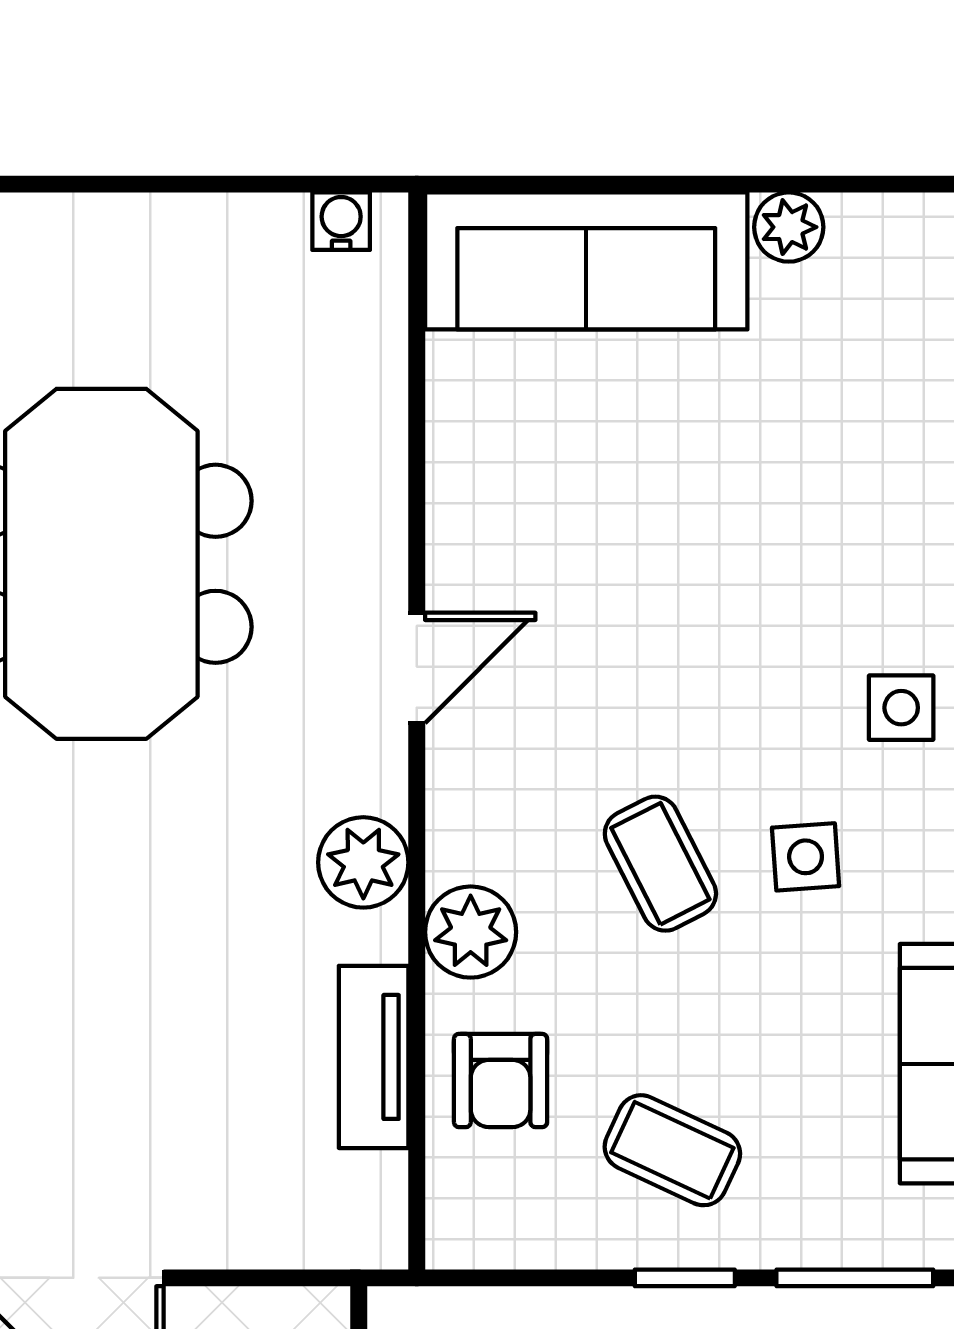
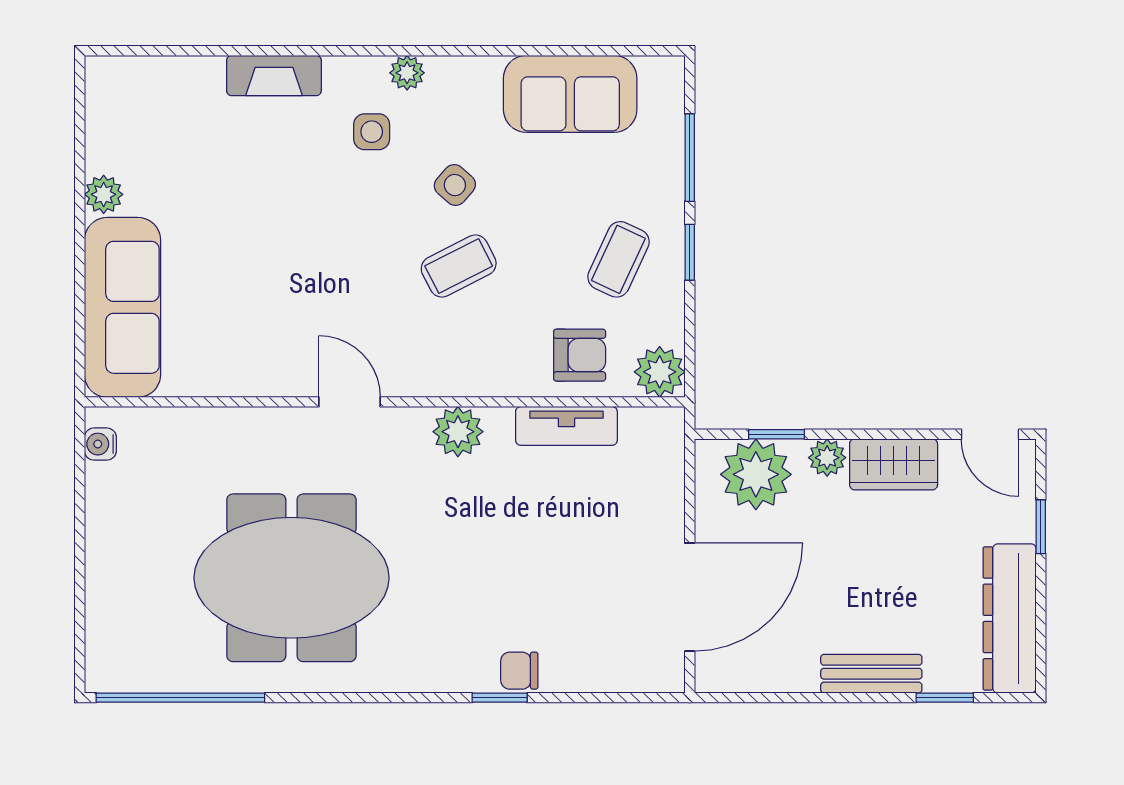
side table: (806, 857) -> (455, 185), turned 45
plant: (471, 932) -> (660, 372), moved

